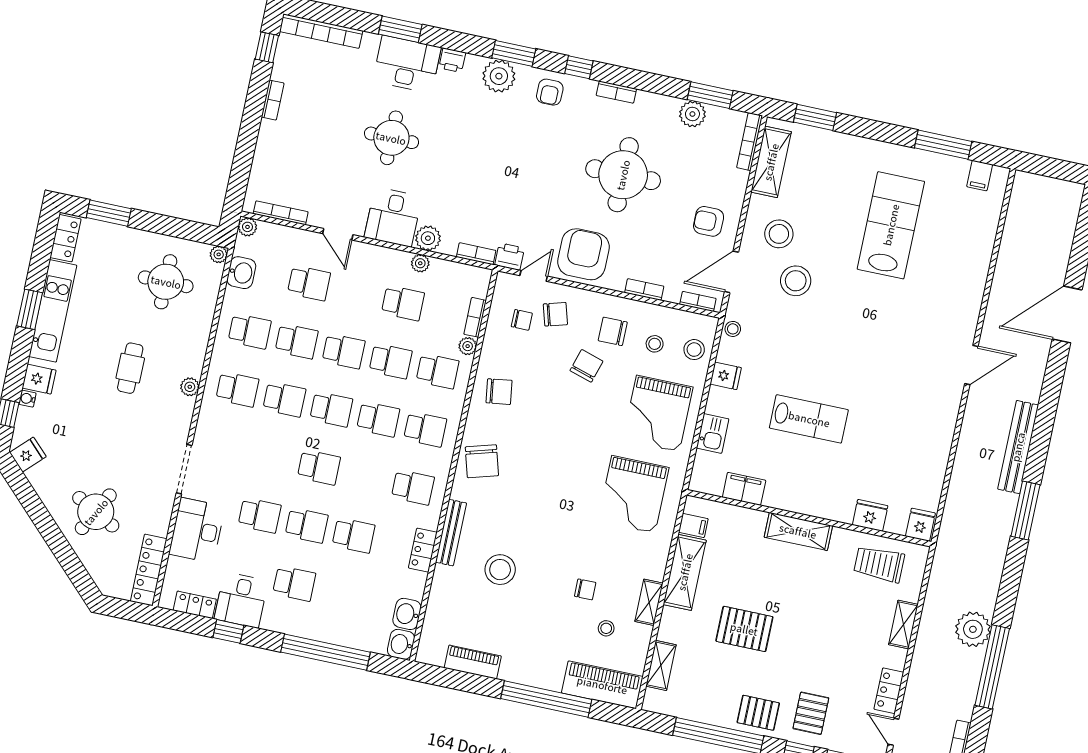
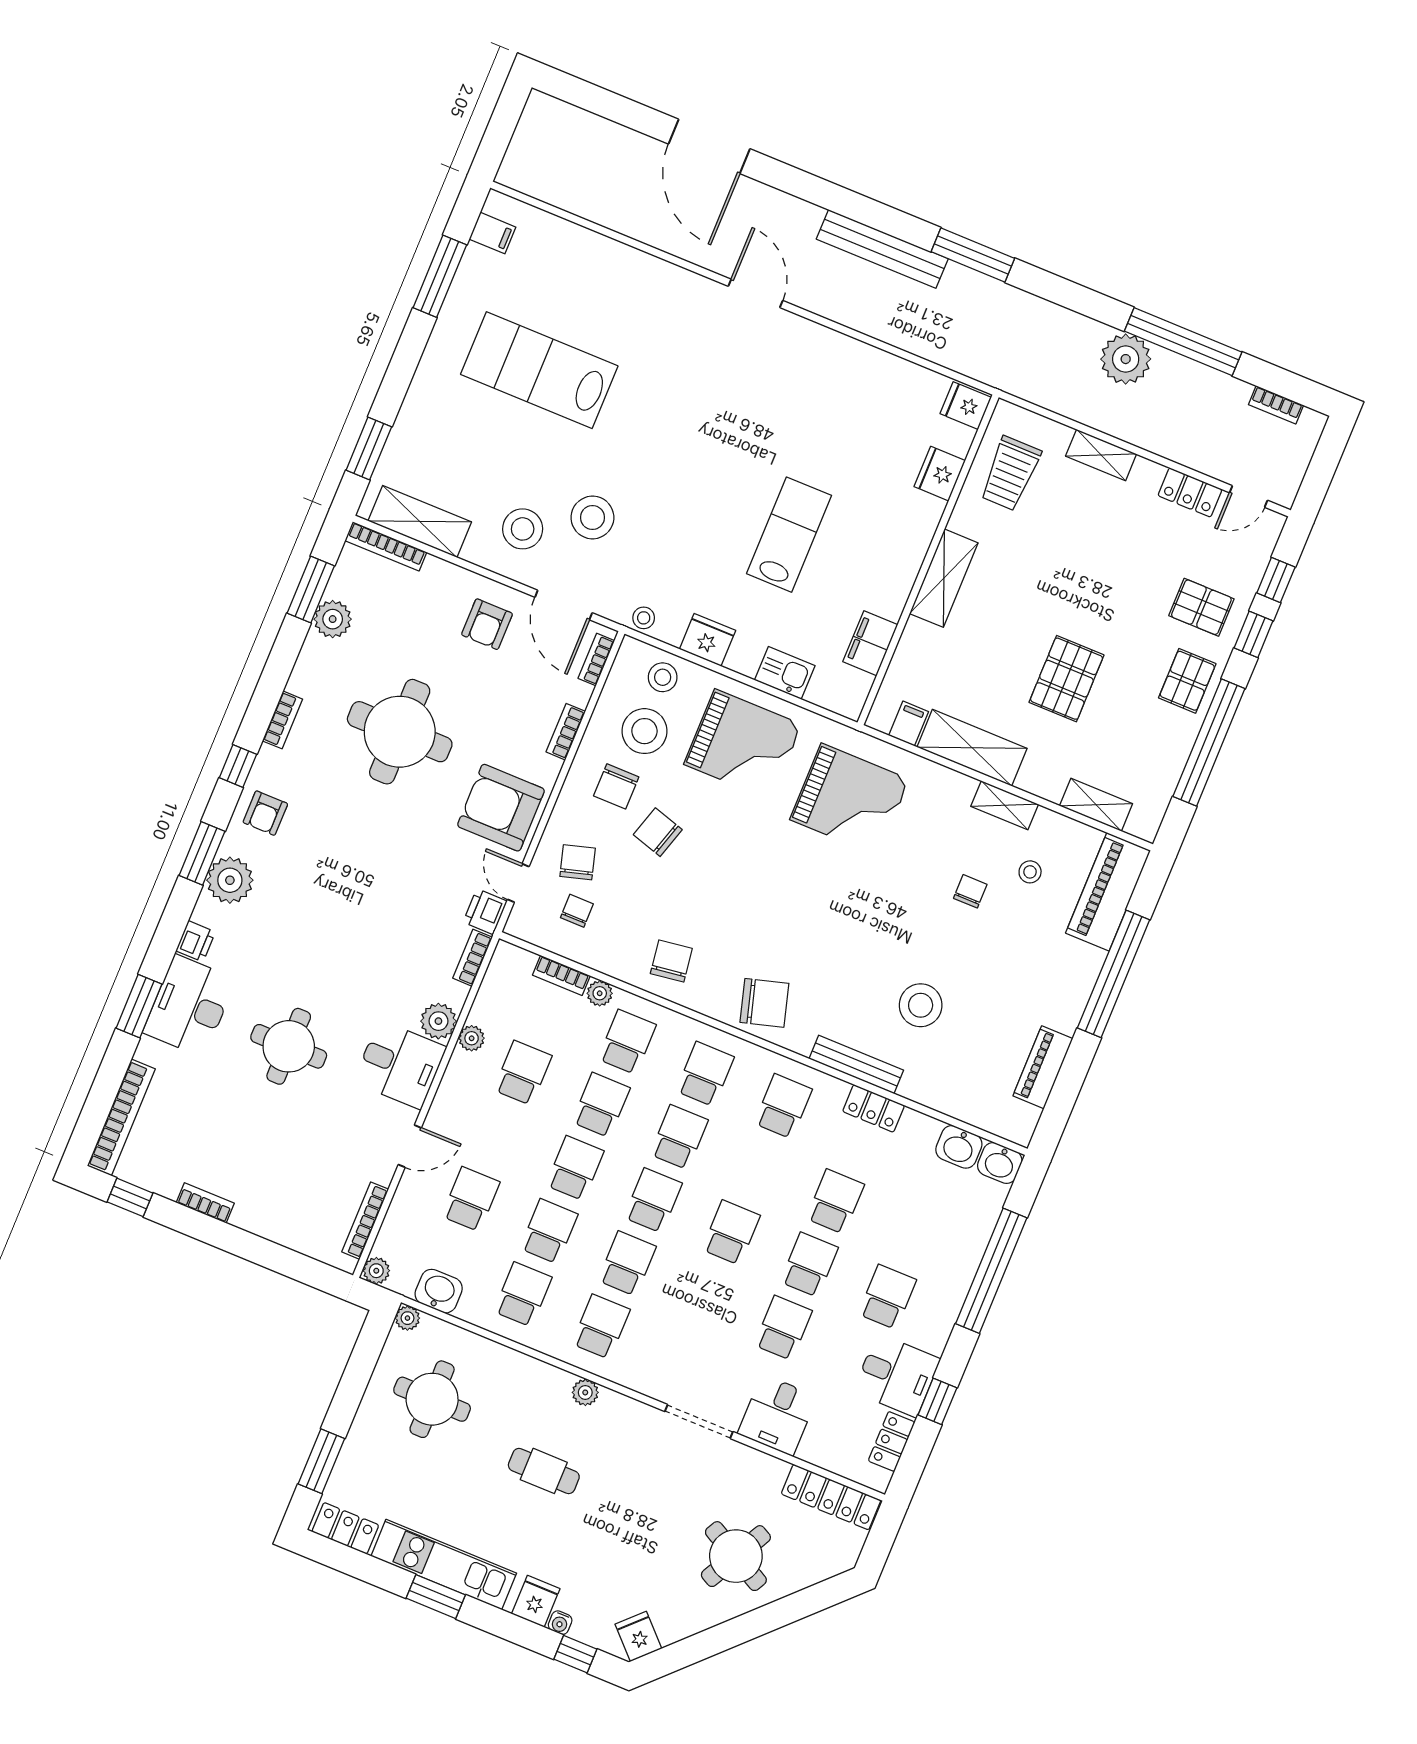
armchair: (550, 92) -> (265, 813), turned 90
stool: (655, 344) -> (644, 731), width x1.89, depth x1.89
fridge: (726, 376) -> (708, 640), width x1.38
desk: (197, 530) -> (777, 1415), width x0.73

